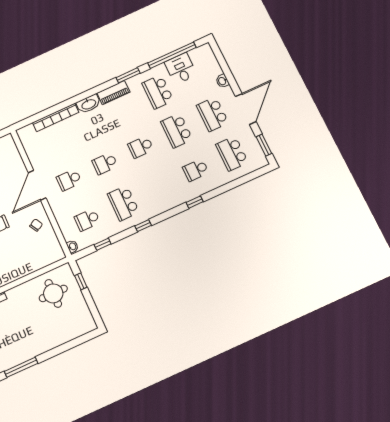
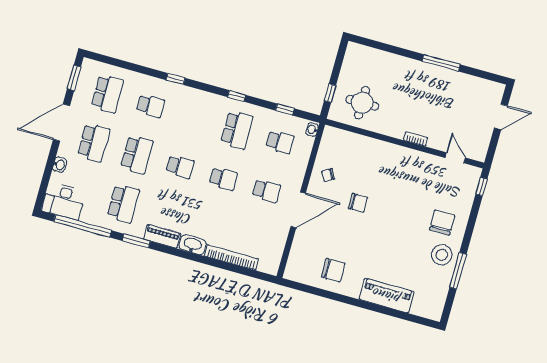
desk: (181, 69) -> (64, 201), moved, width x1.37

